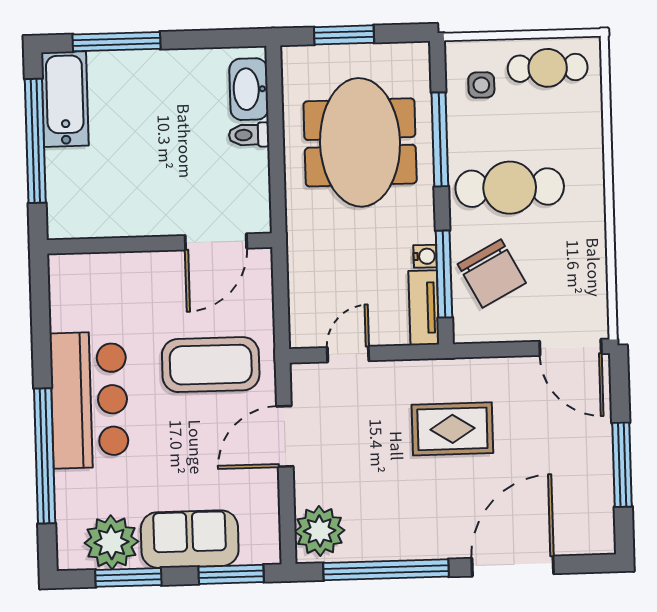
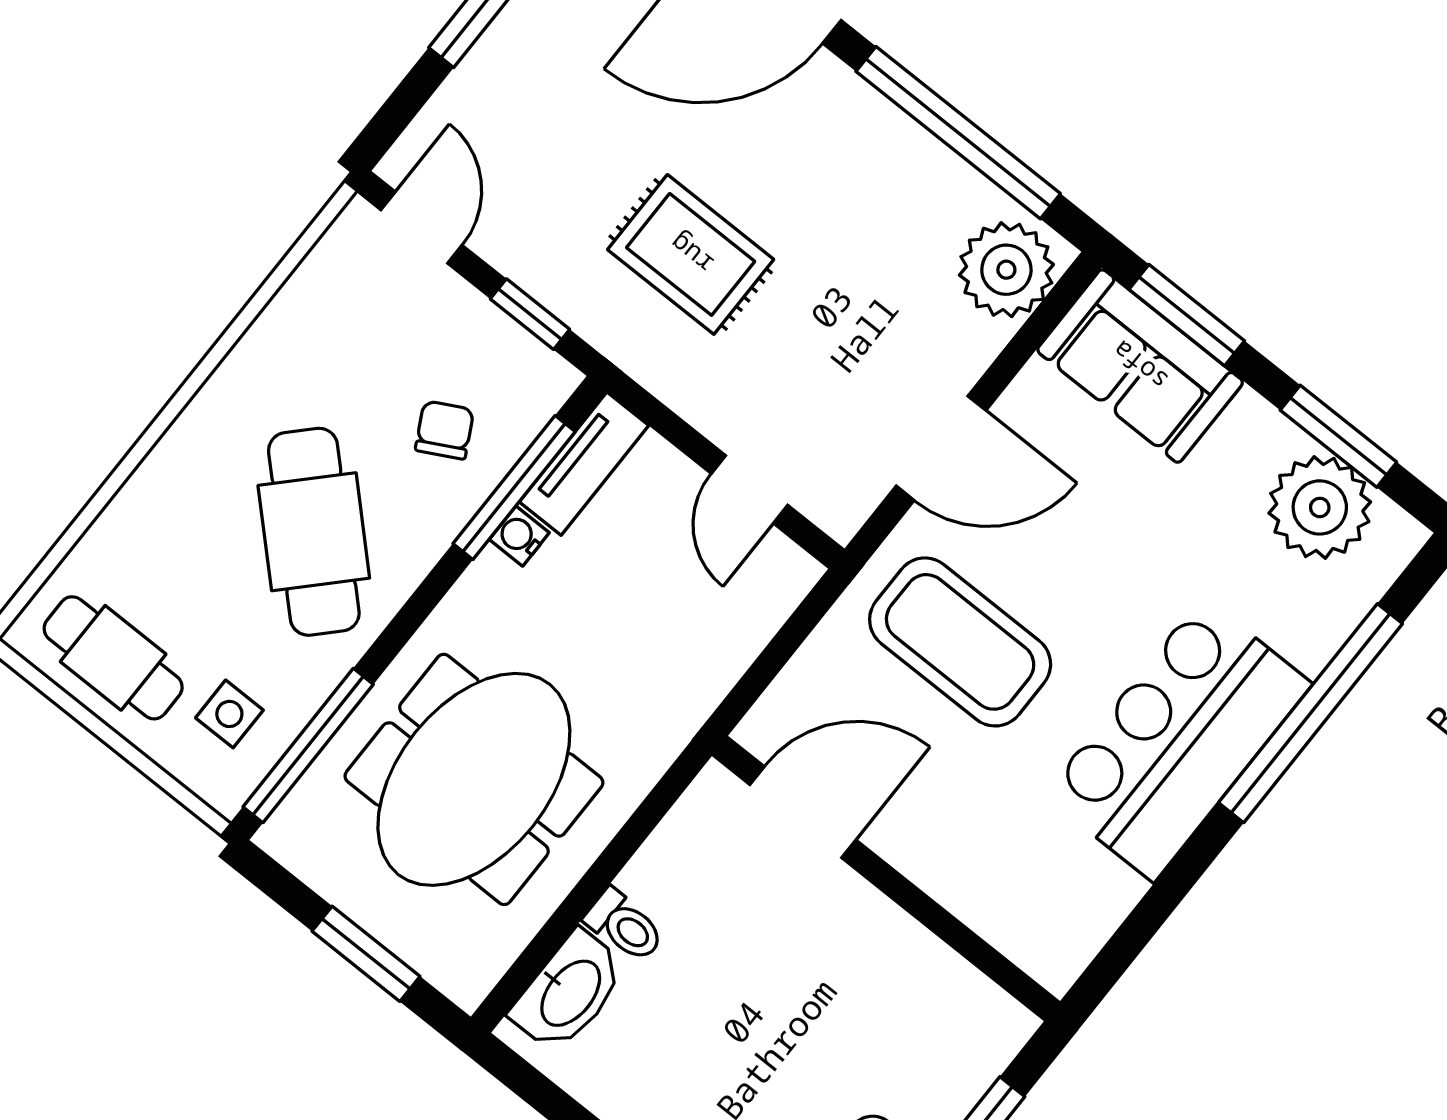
window: (440, 139) -> (308, 746), moved
cafe table: (510, 188) -> (314, 532), turned 44
chair: (492, 274) -> (445, 430), width x0.54, depth x0.54
door: (570, 347) -> (421, 228), width x0.73
window: (497, 350) -> (530, 314), added
door: (348, 354) -> (750, 489), hinge flipped
sofa: (190, 539) -> (1140, 366), moved

